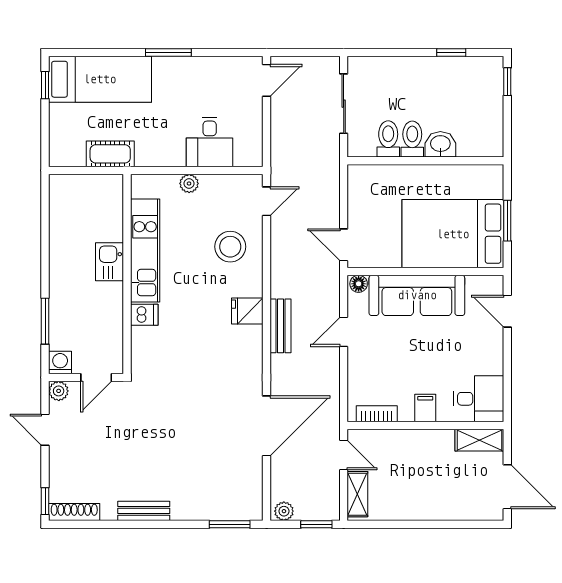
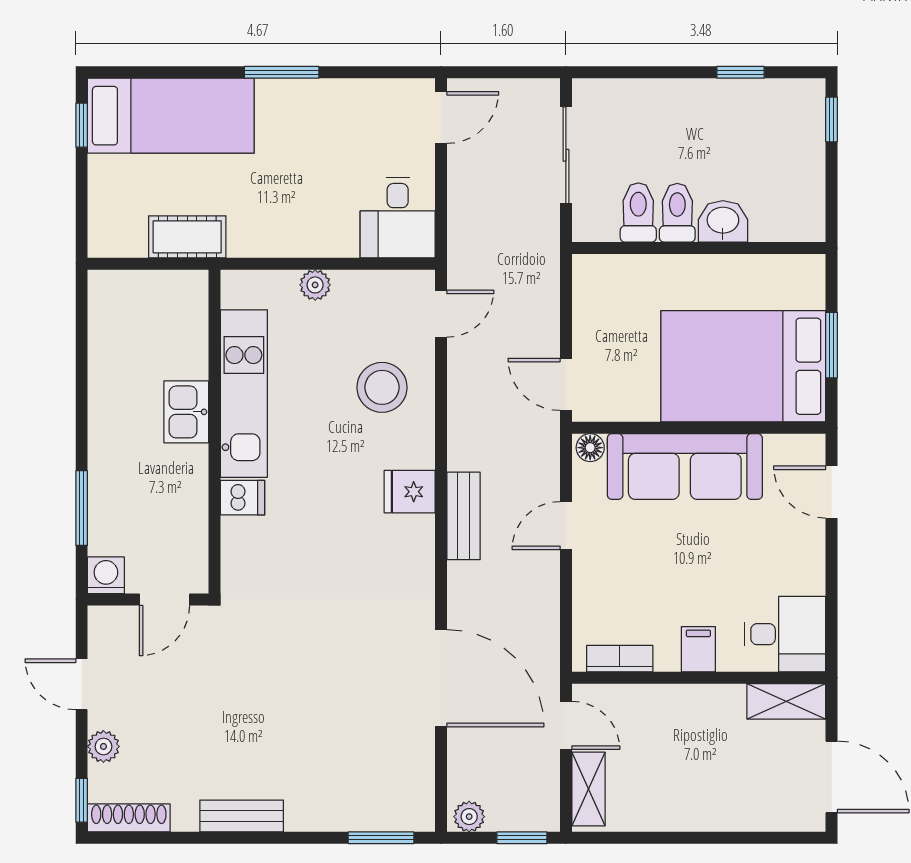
desk: (210, 142) -> (398, 217), moved
plant: (59, 391) -> (103, 746), moved
door: (267, 426) -> (441, 678), hinge flipped

